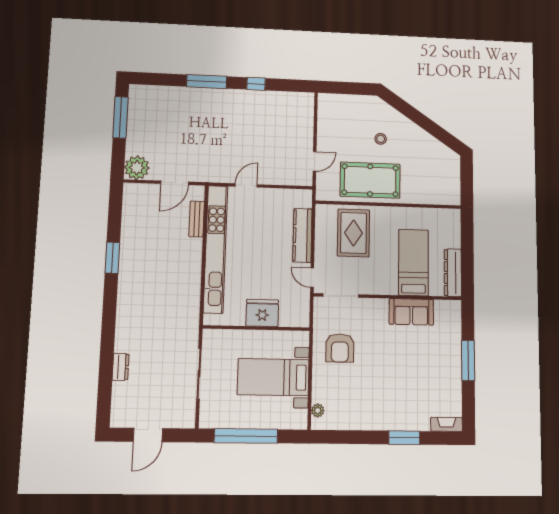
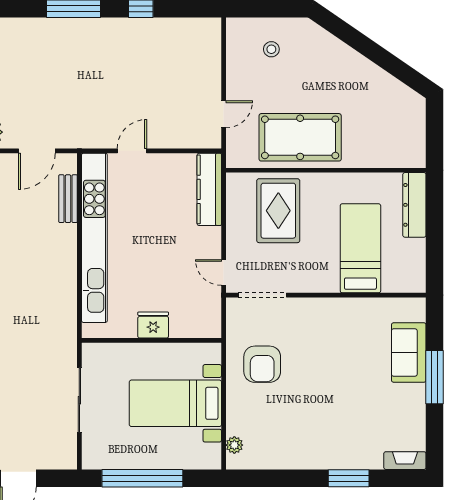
stool: (381, 139) -> (271, 49), moved
kitchen counter: (302, 235) -> (209, 189), moved
dresser: (453, 273) -> (414, 205), moved
sofa: (411, 312) -> (409, 353), moved, turned 90
fridge: (262, 313) -> (153, 325), width x0.73, depth x0.75

